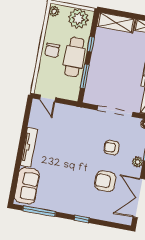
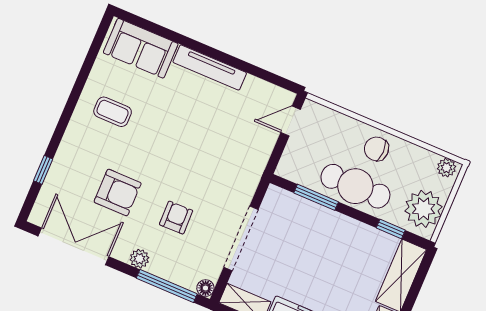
window: (91, 44) -> (391, 229), moved
armchair: (105, 181) -> (118, 192), turned 90
coffee table: (63, 193) -> (113, 112), added
window: (39, 211) -> (90, 60), removed
window: (82, 219) -> (43, 170), moved

